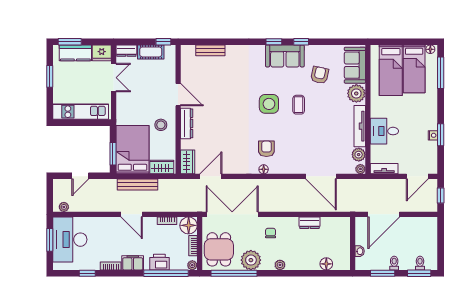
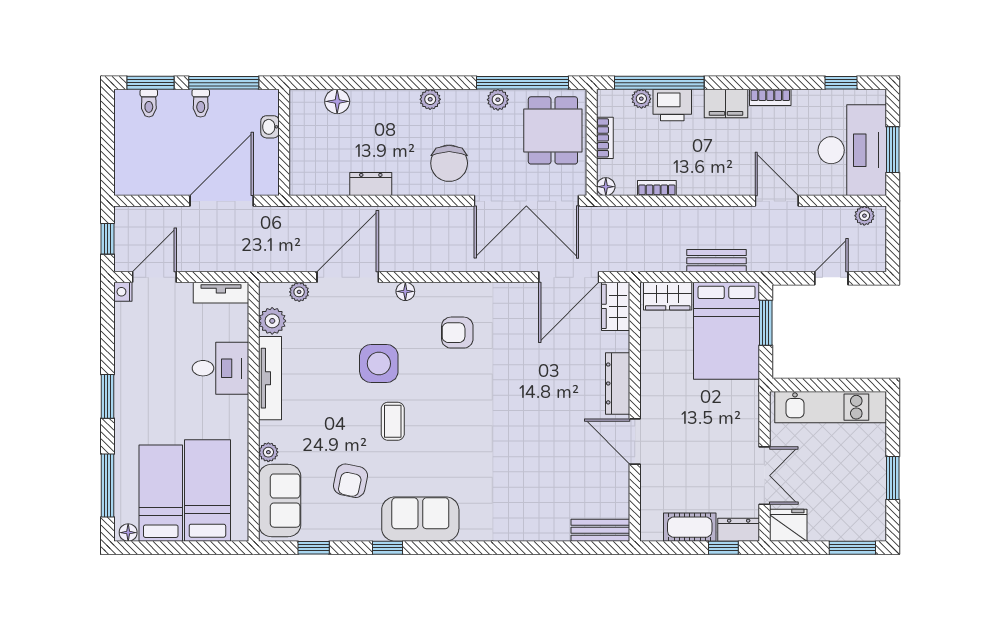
window: (163, 42) -> (723, 548), moved
window: (274, 42) -> (314, 548), moved
bench: (210, 50) -> (600, 530), moved
kitchen counter: (75, 53) -> (841, 525), removed
double door: (114, 78) -> (764, 476), swing flipped
plant: (356, 93) -> (268, 452), width x0.53, depth x0.53
side table: (269, 104) -> (379, 364), moved
stool: (161, 125) -> (670, 381), removed
nightstand: (433, 135) -> (123, 292), moved
window: (441, 135) -> (107, 396), moved
armchair: (266, 149) -> (457, 333), turned 90
floor lamp: (264, 169) -> (405, 291), moved
plant: (360, 169) -> (299, 292), moved
door: (211, 176) -> (569, 277), width x1.36
door: (321, 176) -> (348, 277), hinge flipped
bench: (137, 185) -> (716, 261), width x0.73
door: (132, 214) -> (777, 201), moved
floor lamp: (189, 225) -> (606, 187), width x0.53, depth x0.53
chair: (271, 233) -> (449, 163), width x1.87, depth x1.87
plant: (251, 260) -> (498, 100), width x0.53, depth x0.53
plant: (192, 265) -> (641, 99), moved
window: (87, 273) -> (841, 83), moved
window: (383, 273) -> (224, 83), width x1.44

